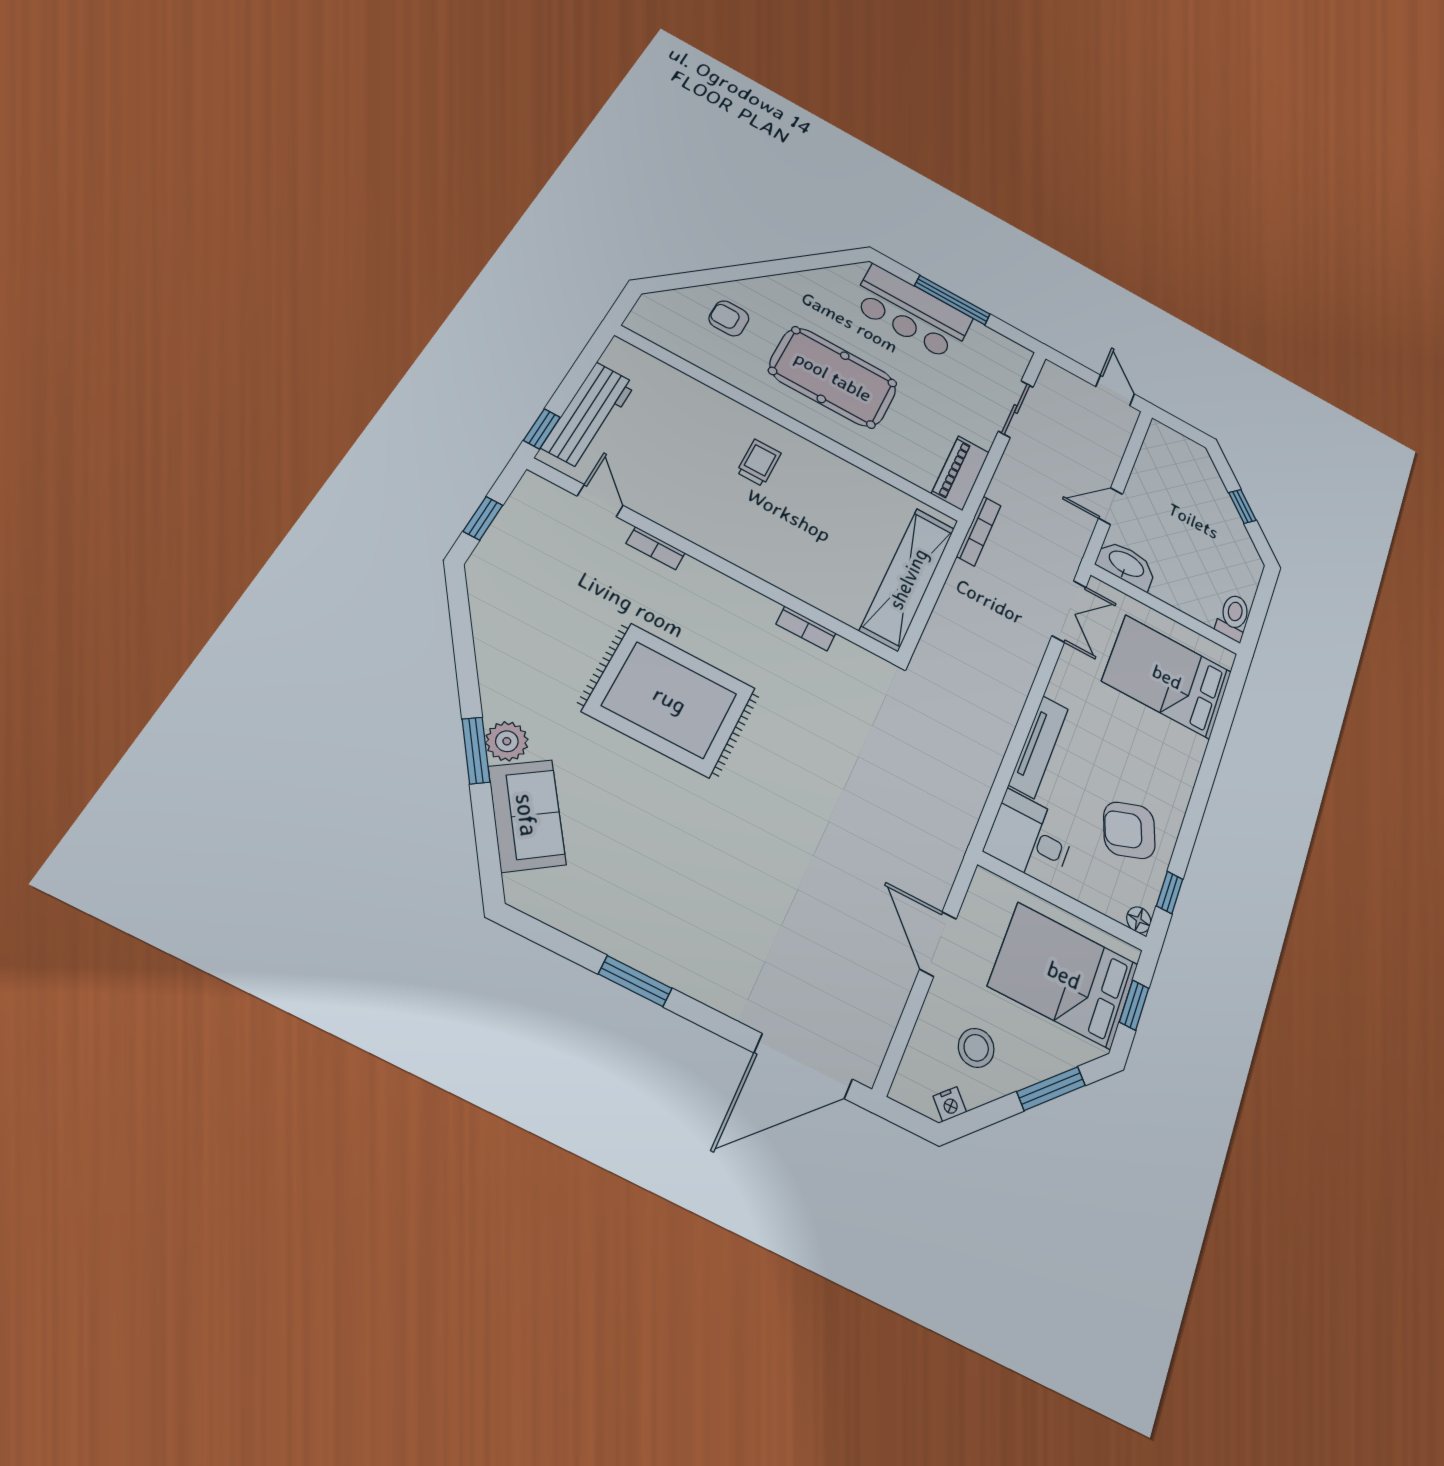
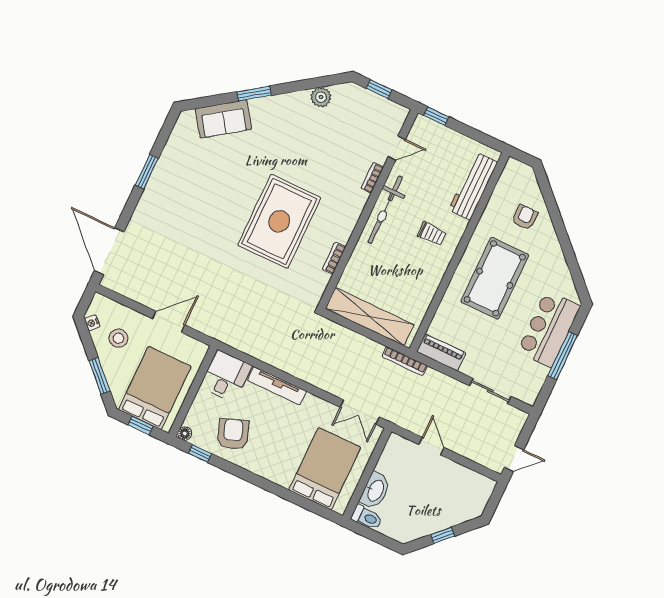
workbench: (589, 415) -> (473, 186), moved, turned 90
bicycle: (716, 533) -> (385, 210), added
washbasin: (1126, 565) -> (375, 490), moved
rug: (670, 700) -> (279, 221), moved
plant: (507, 741) -> (321, 97), moved

